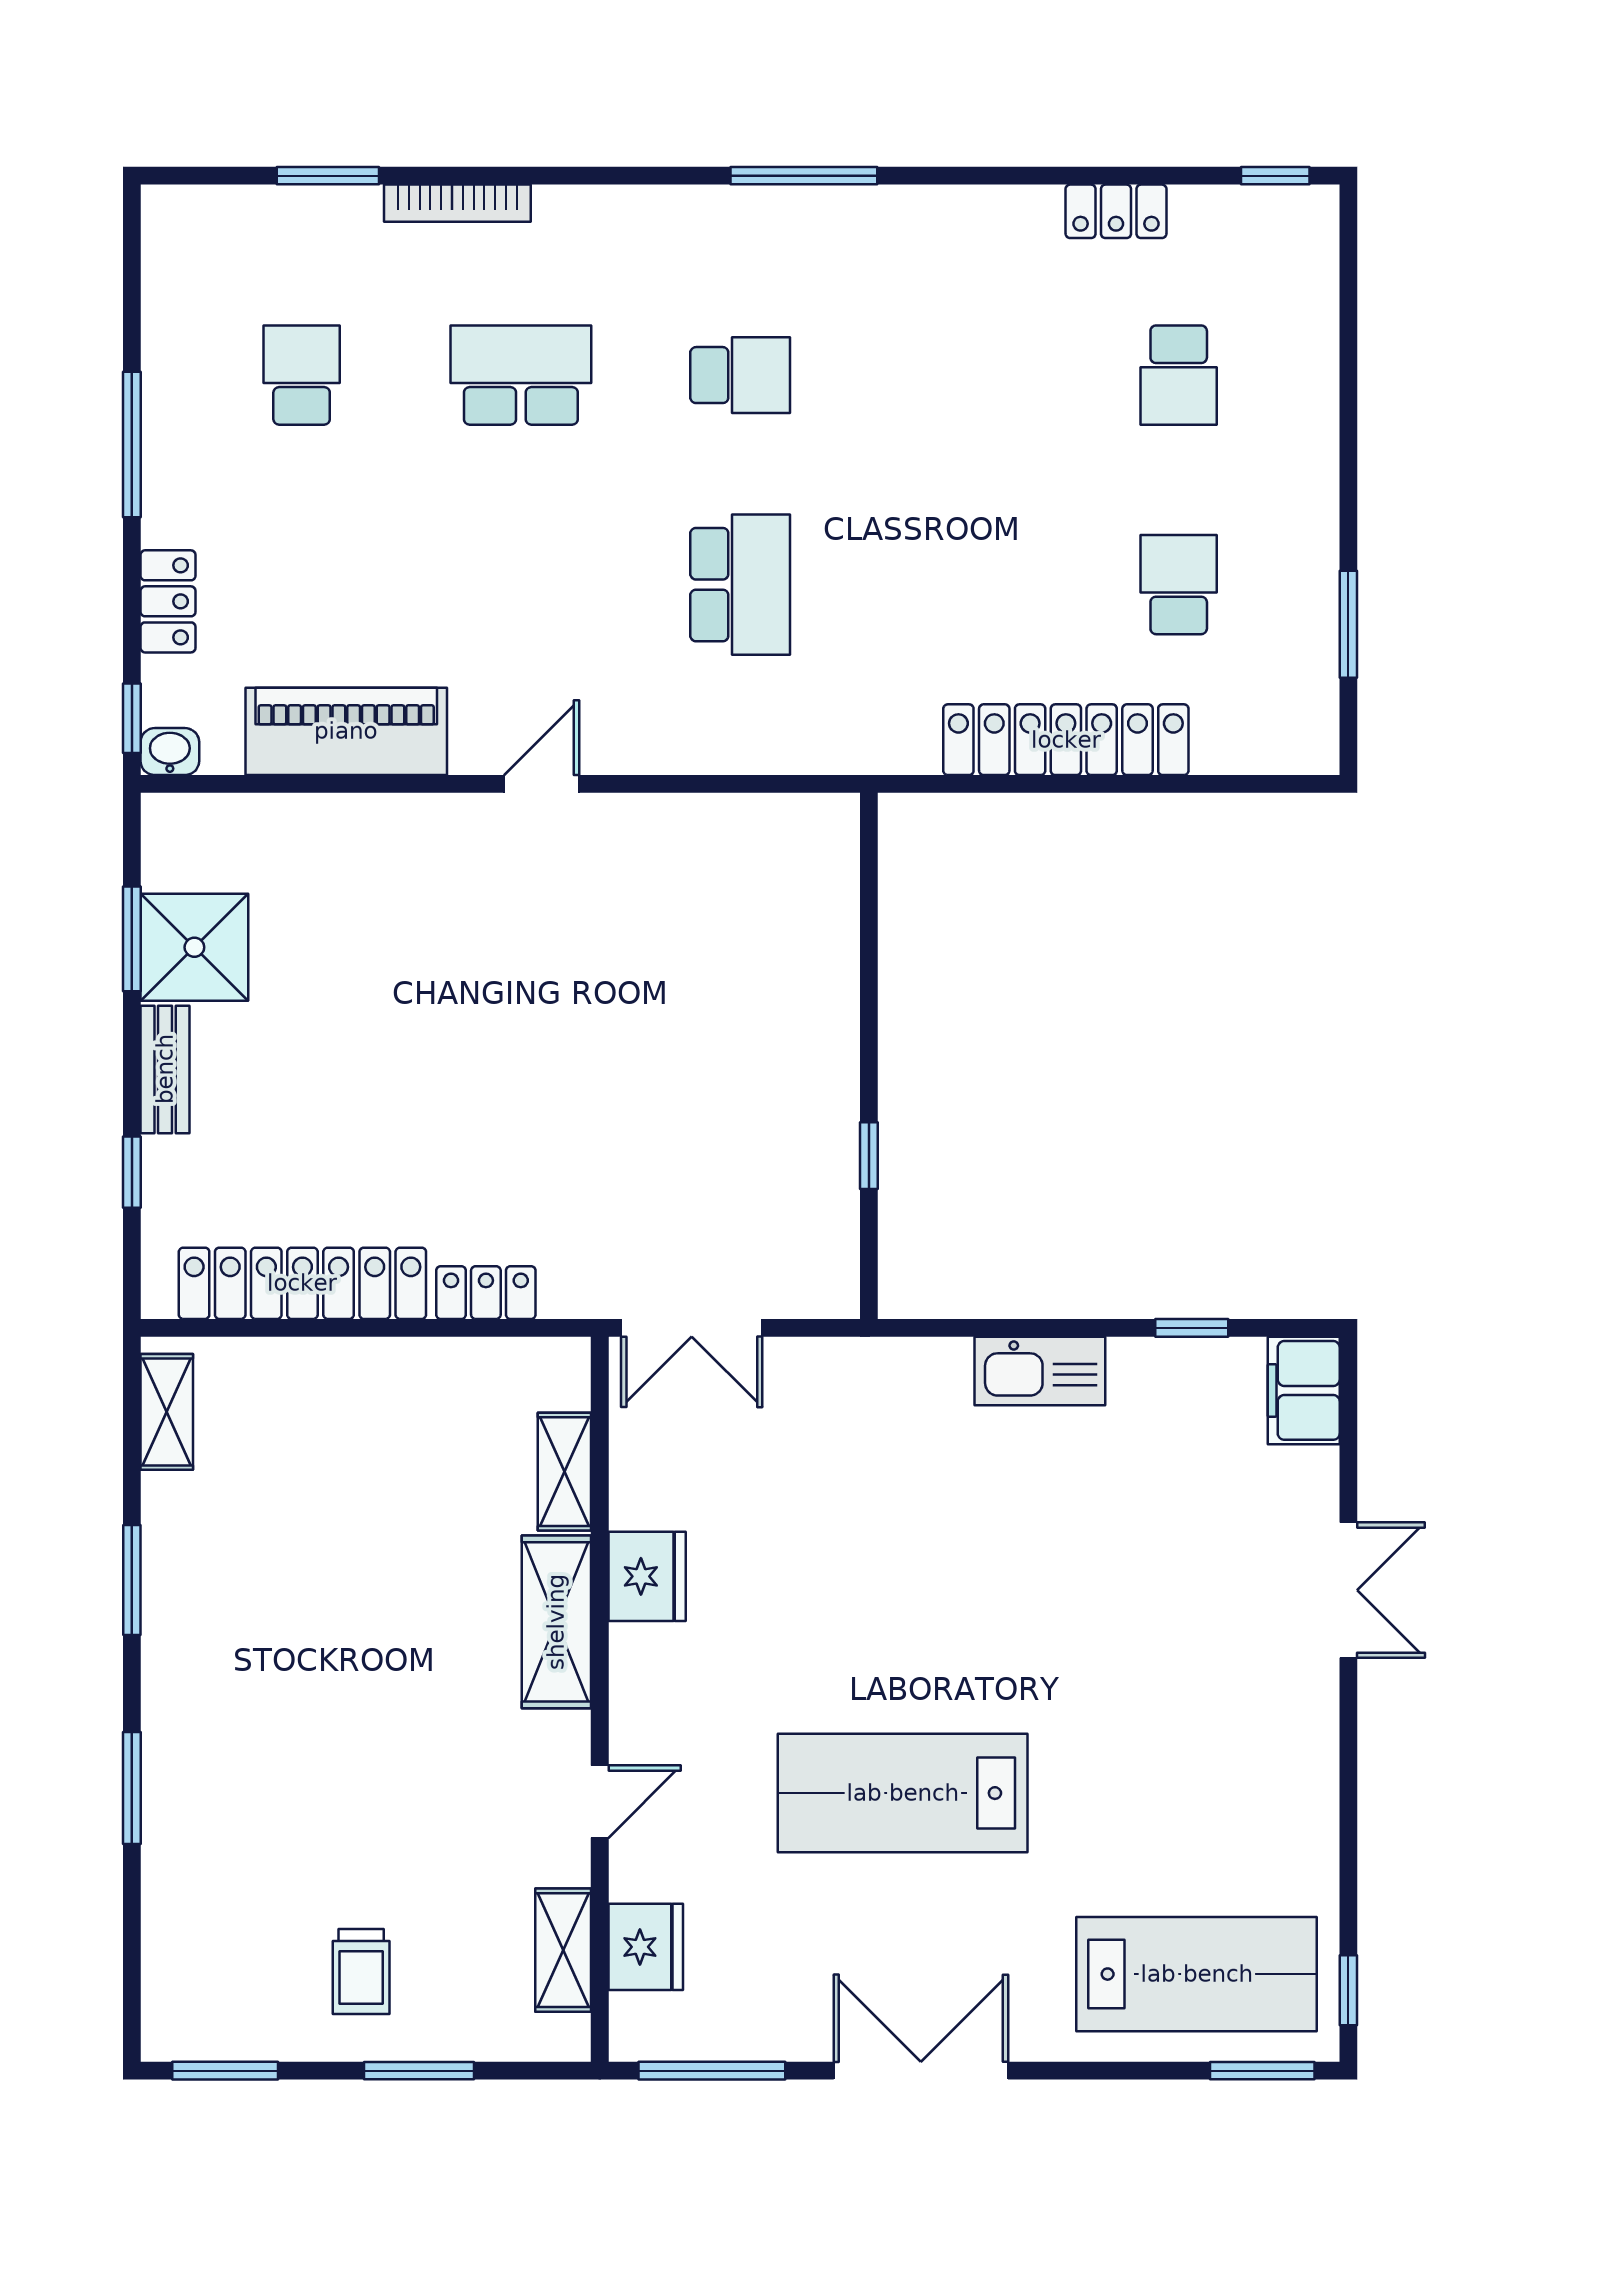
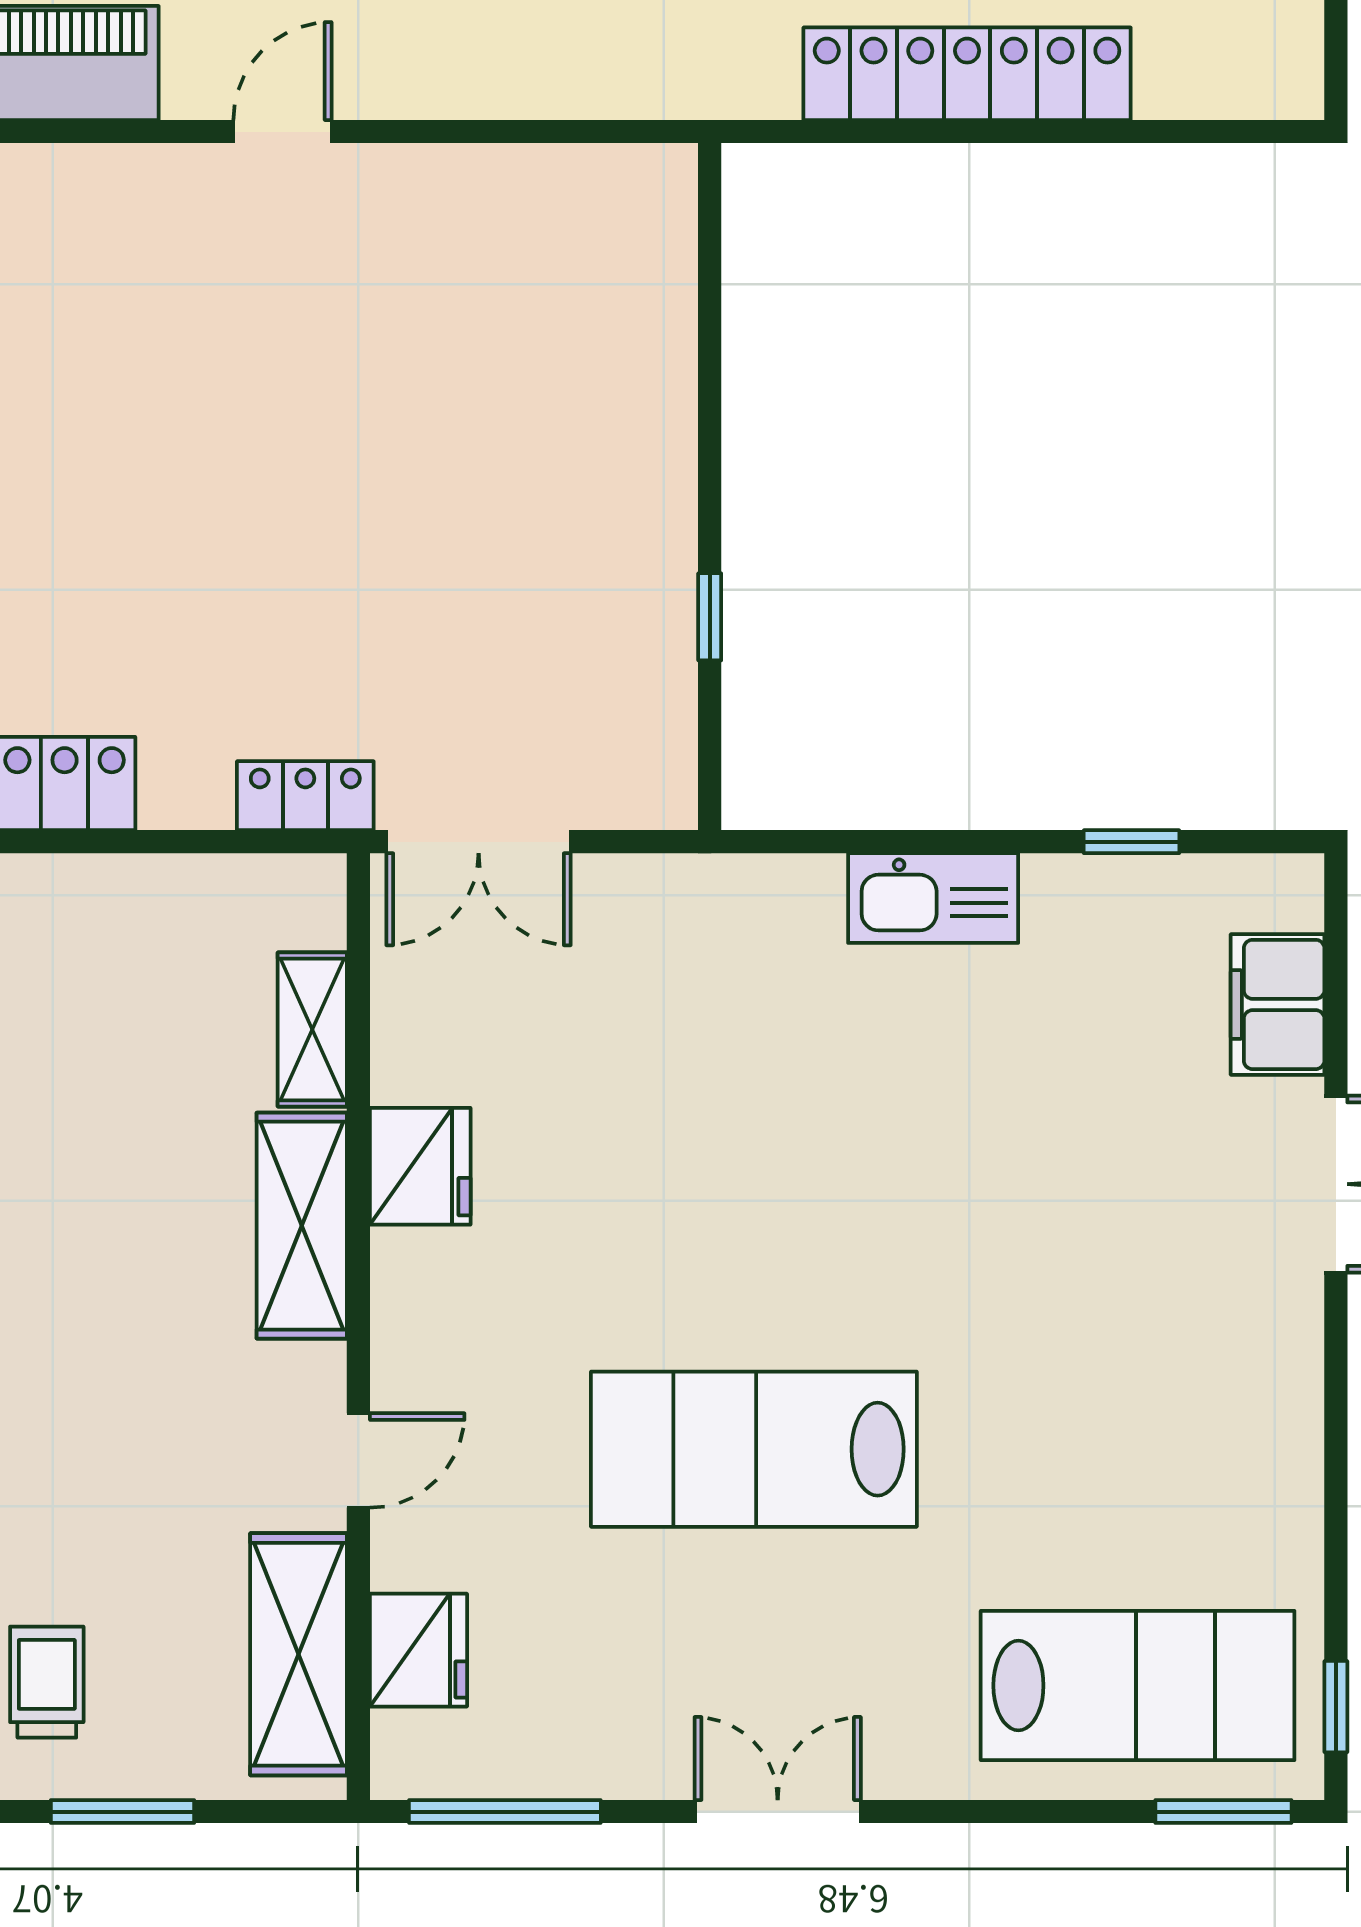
locker: (486, 1293) -> (305, 796), moved
filing cabinet: (1304, 1390) -> (1278, 1004), moved
shelving: (563, 1950) -> (299, 1654), width x1.50, depth x1.33
trolley: (361, 1972) -> (47, 1682), turned 180
double door: (921, 2071) -> (778, 1812), width x0.73

